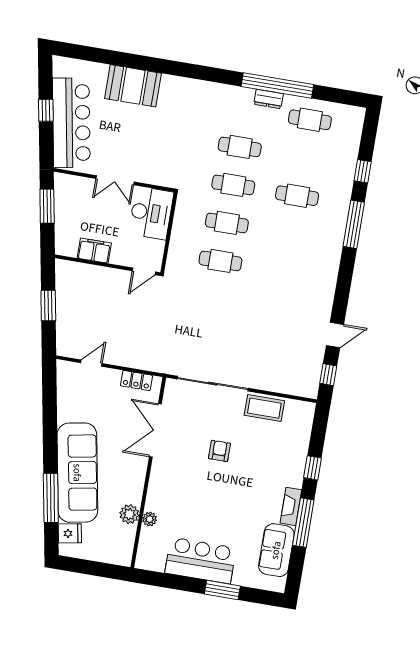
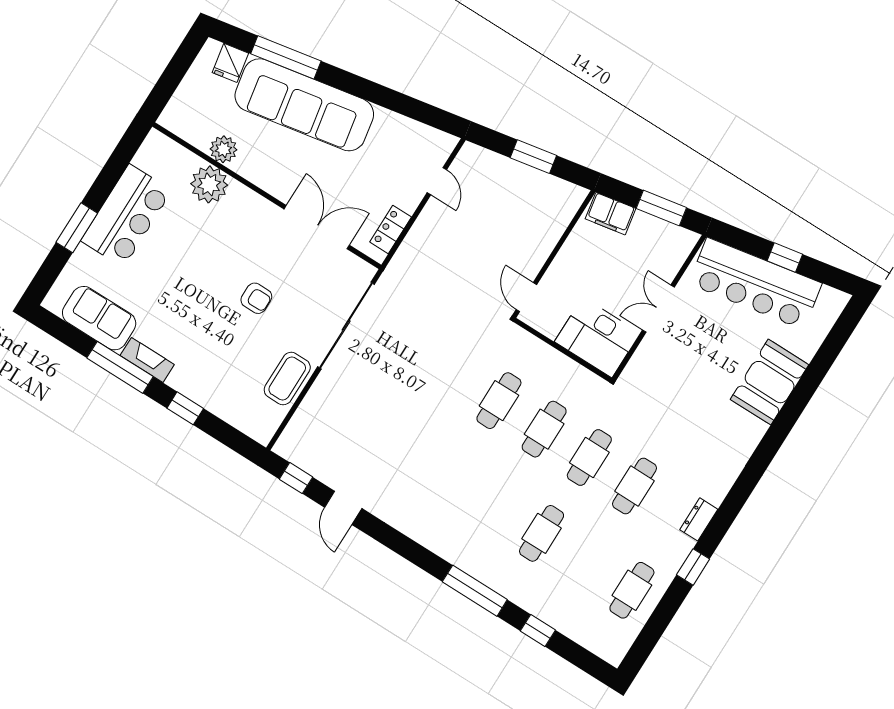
window: (277, 86) -> (693, 567), width x0.32
dresser: (268, 99) -> (699, 519), moved
filing cabinet: (94, 251) -> (610, 214), moved, turned 80
plant: (149, 519) -> (209, 184), width x1.88, depth x1.88

